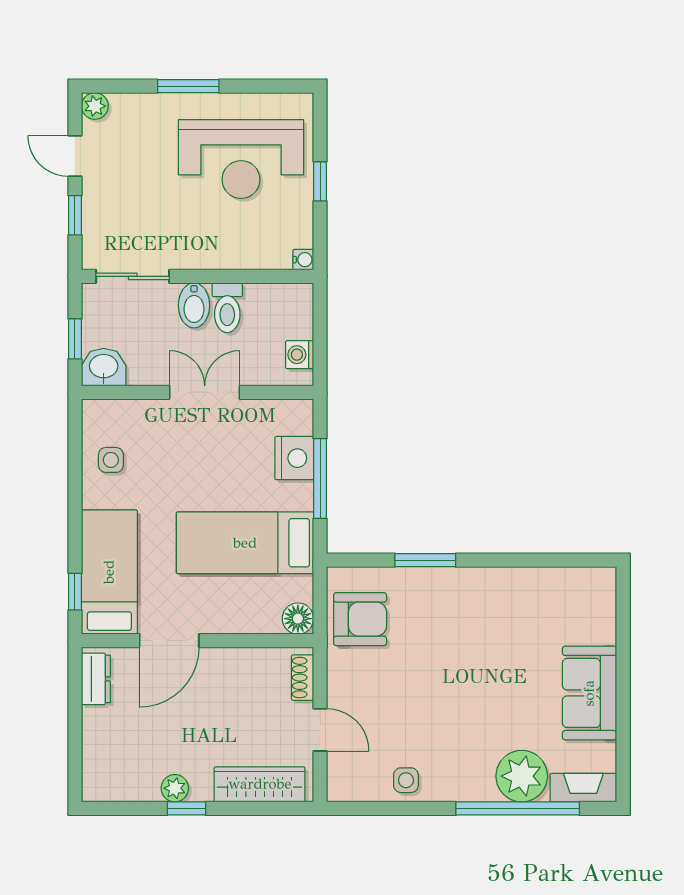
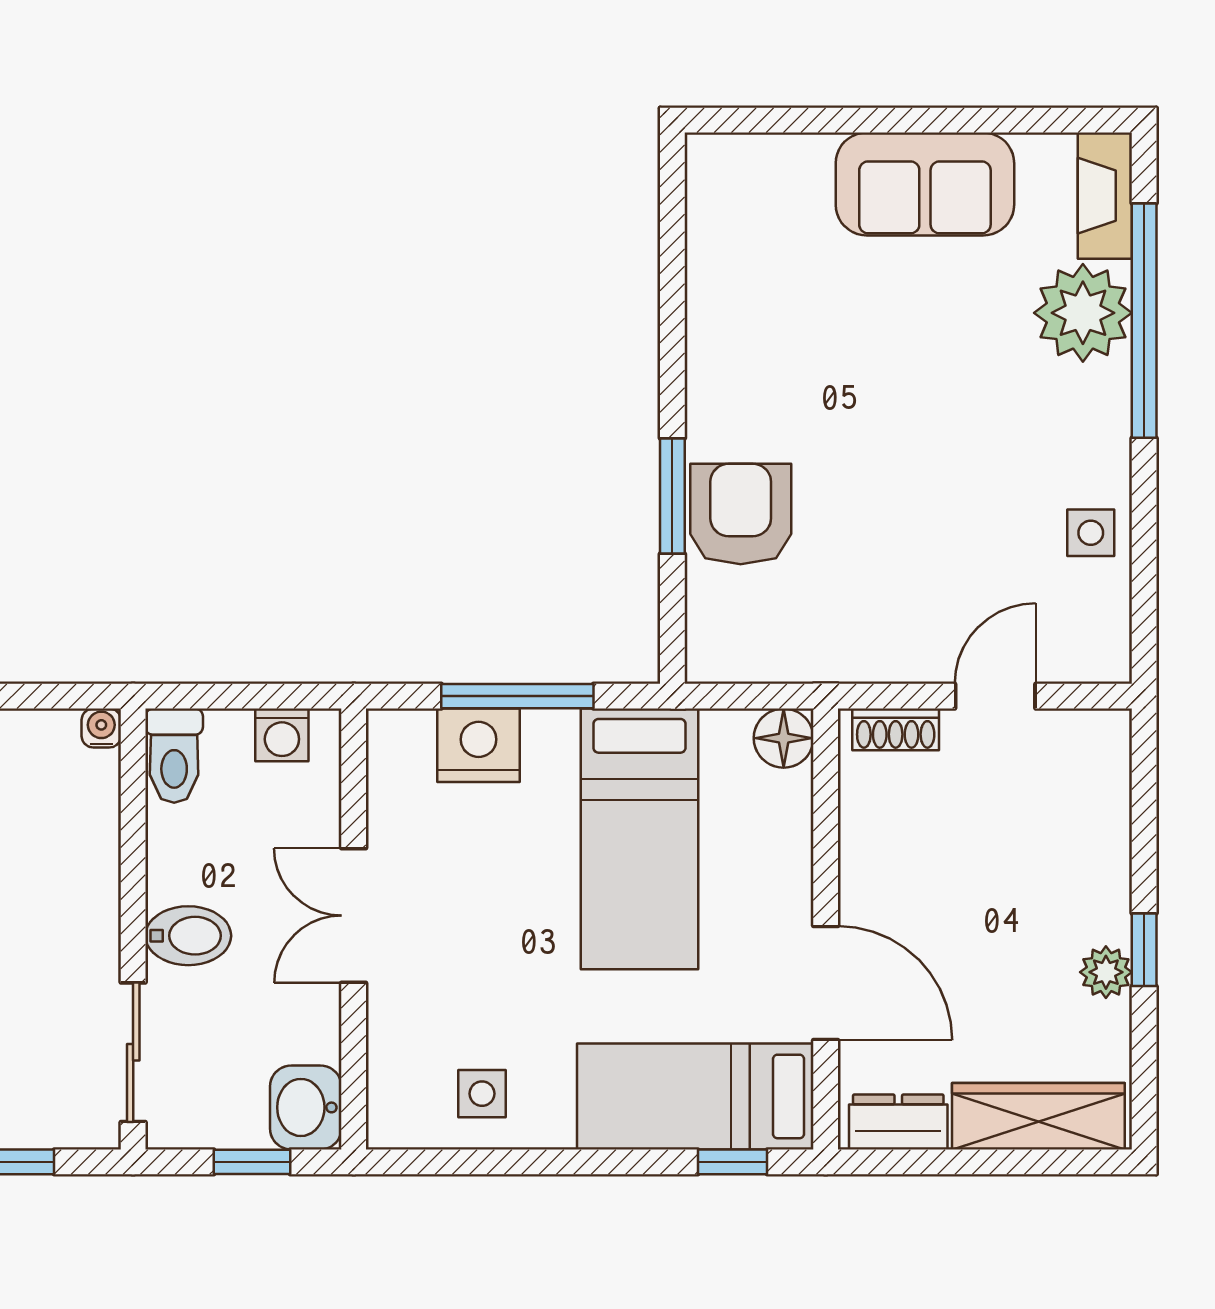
toilet: (227, 308) -> (174, 756), moved, turned 90
armchair: (360, 619) -> (741, 514), moved
wardrobe: (260, 784) -> (1038, 1116), moved, turned 90

